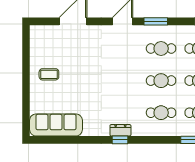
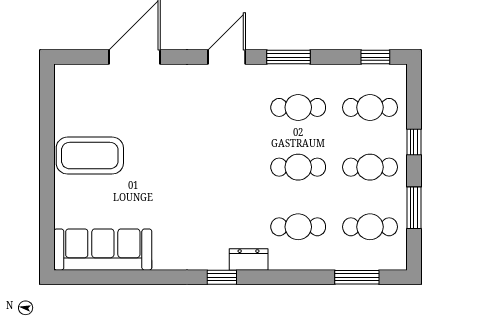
coffee table: (49, 74) -> (90, 156), width x1.86, depth x1.72
dresser: (120, 130) -> (249, 259), moved

